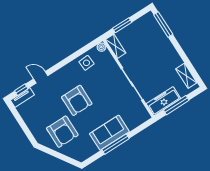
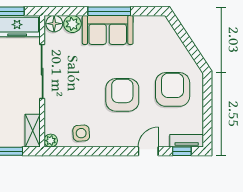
door: (41, 77) -> (148, 151), swing flipped
floor lamp: (143, 116) -> (54, 24), added
plant: (132, 123) -> (72, 24), added
armchair: (62, 132) -> (173, 89), moved

